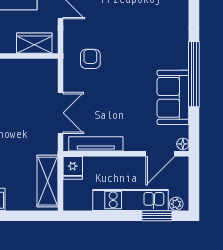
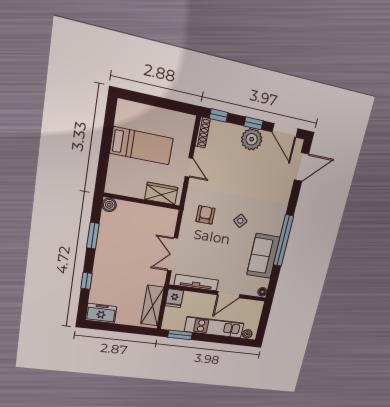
side table: (134, 59) -> (240, 221), added
double door: (60, 113) -> (173, 254), swing flipped
door: (160, 154) -> (229, 295), moved
window: (157, 216) -> (180, 335), moved

